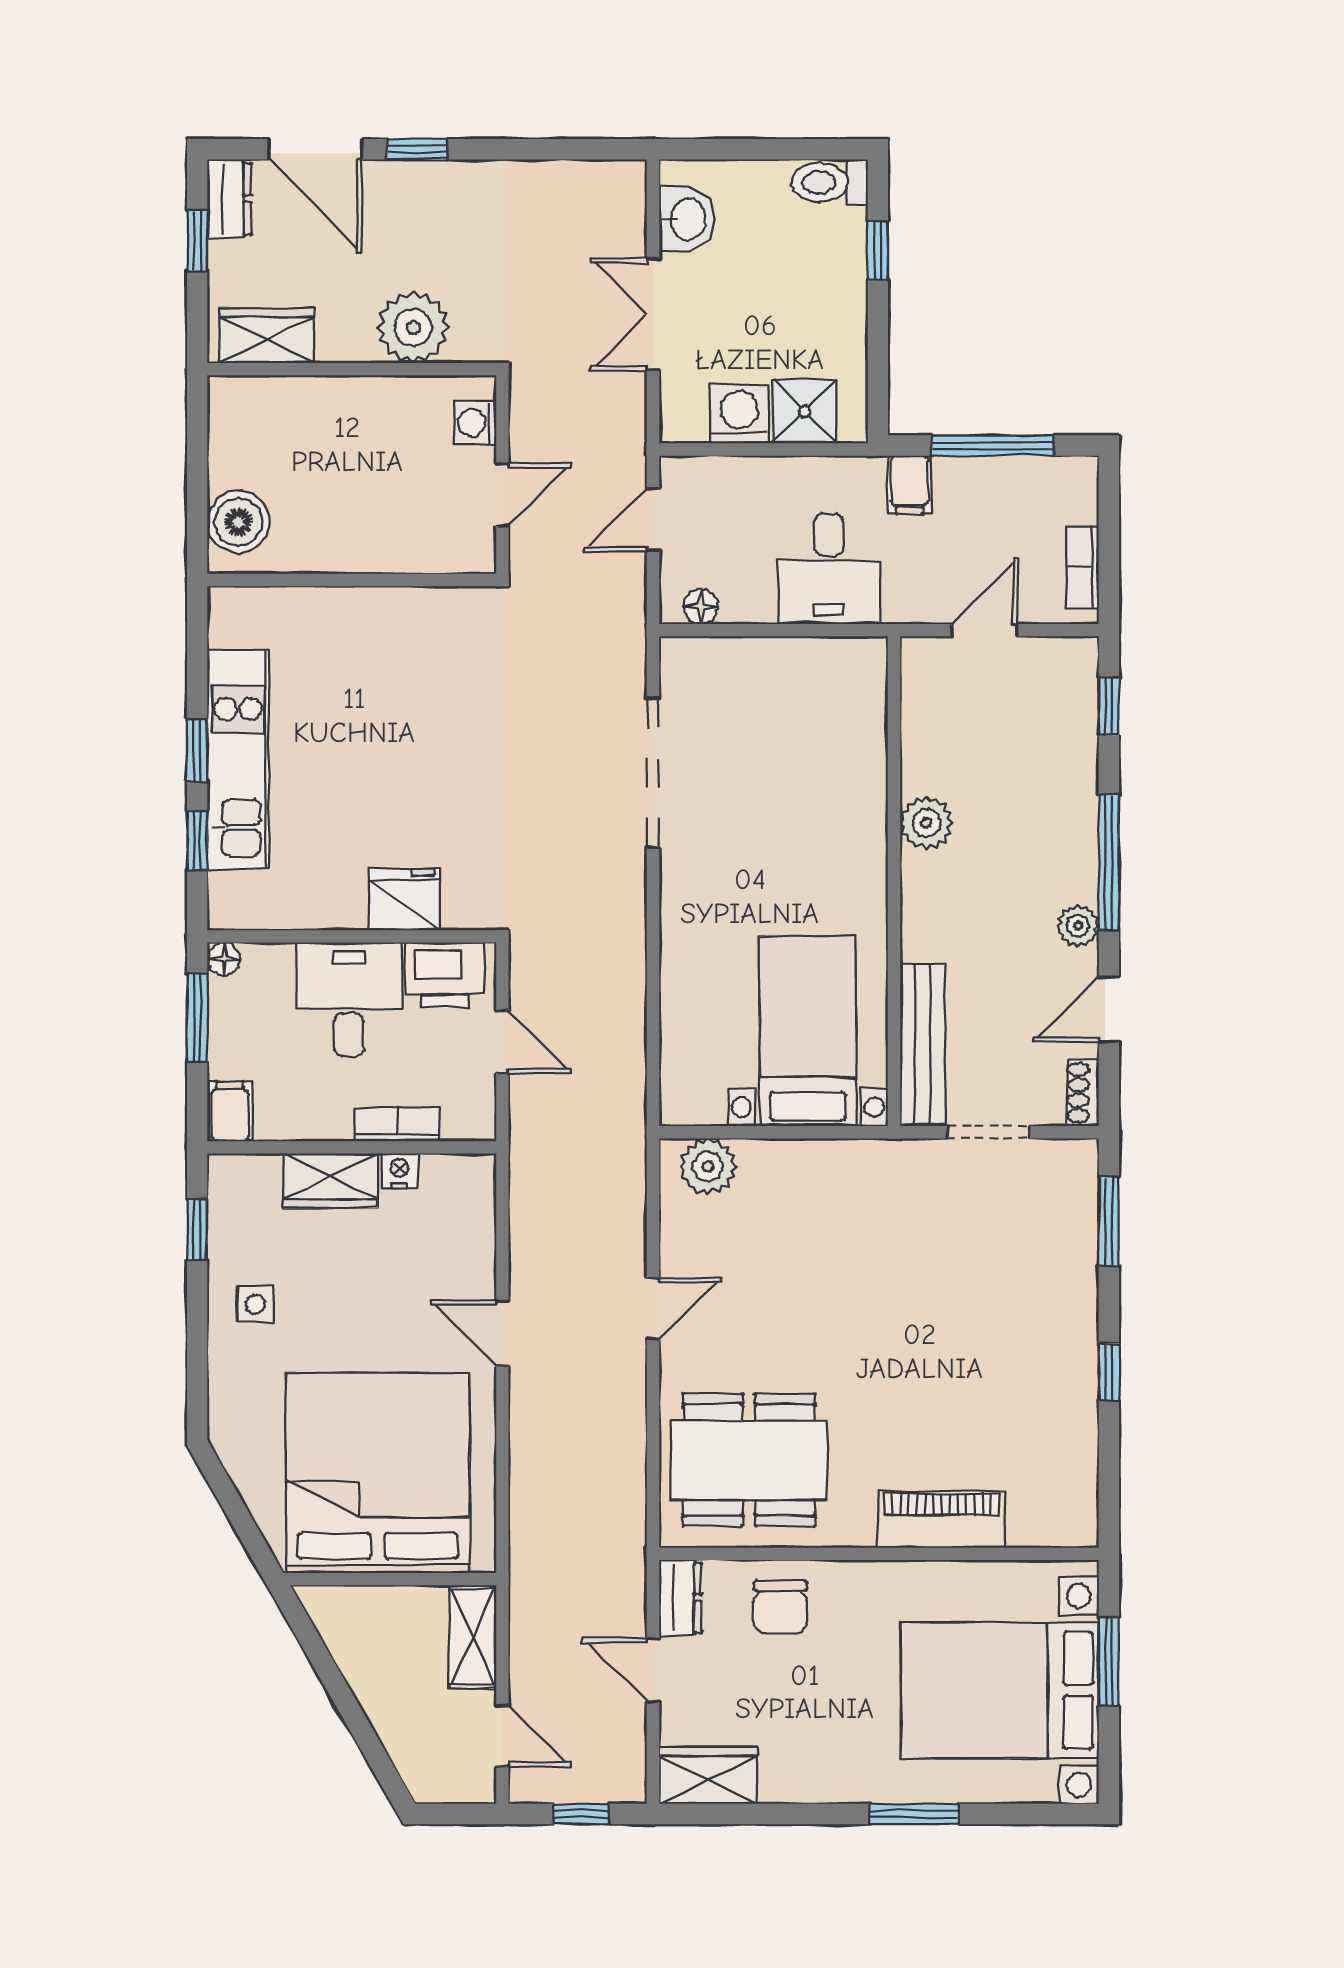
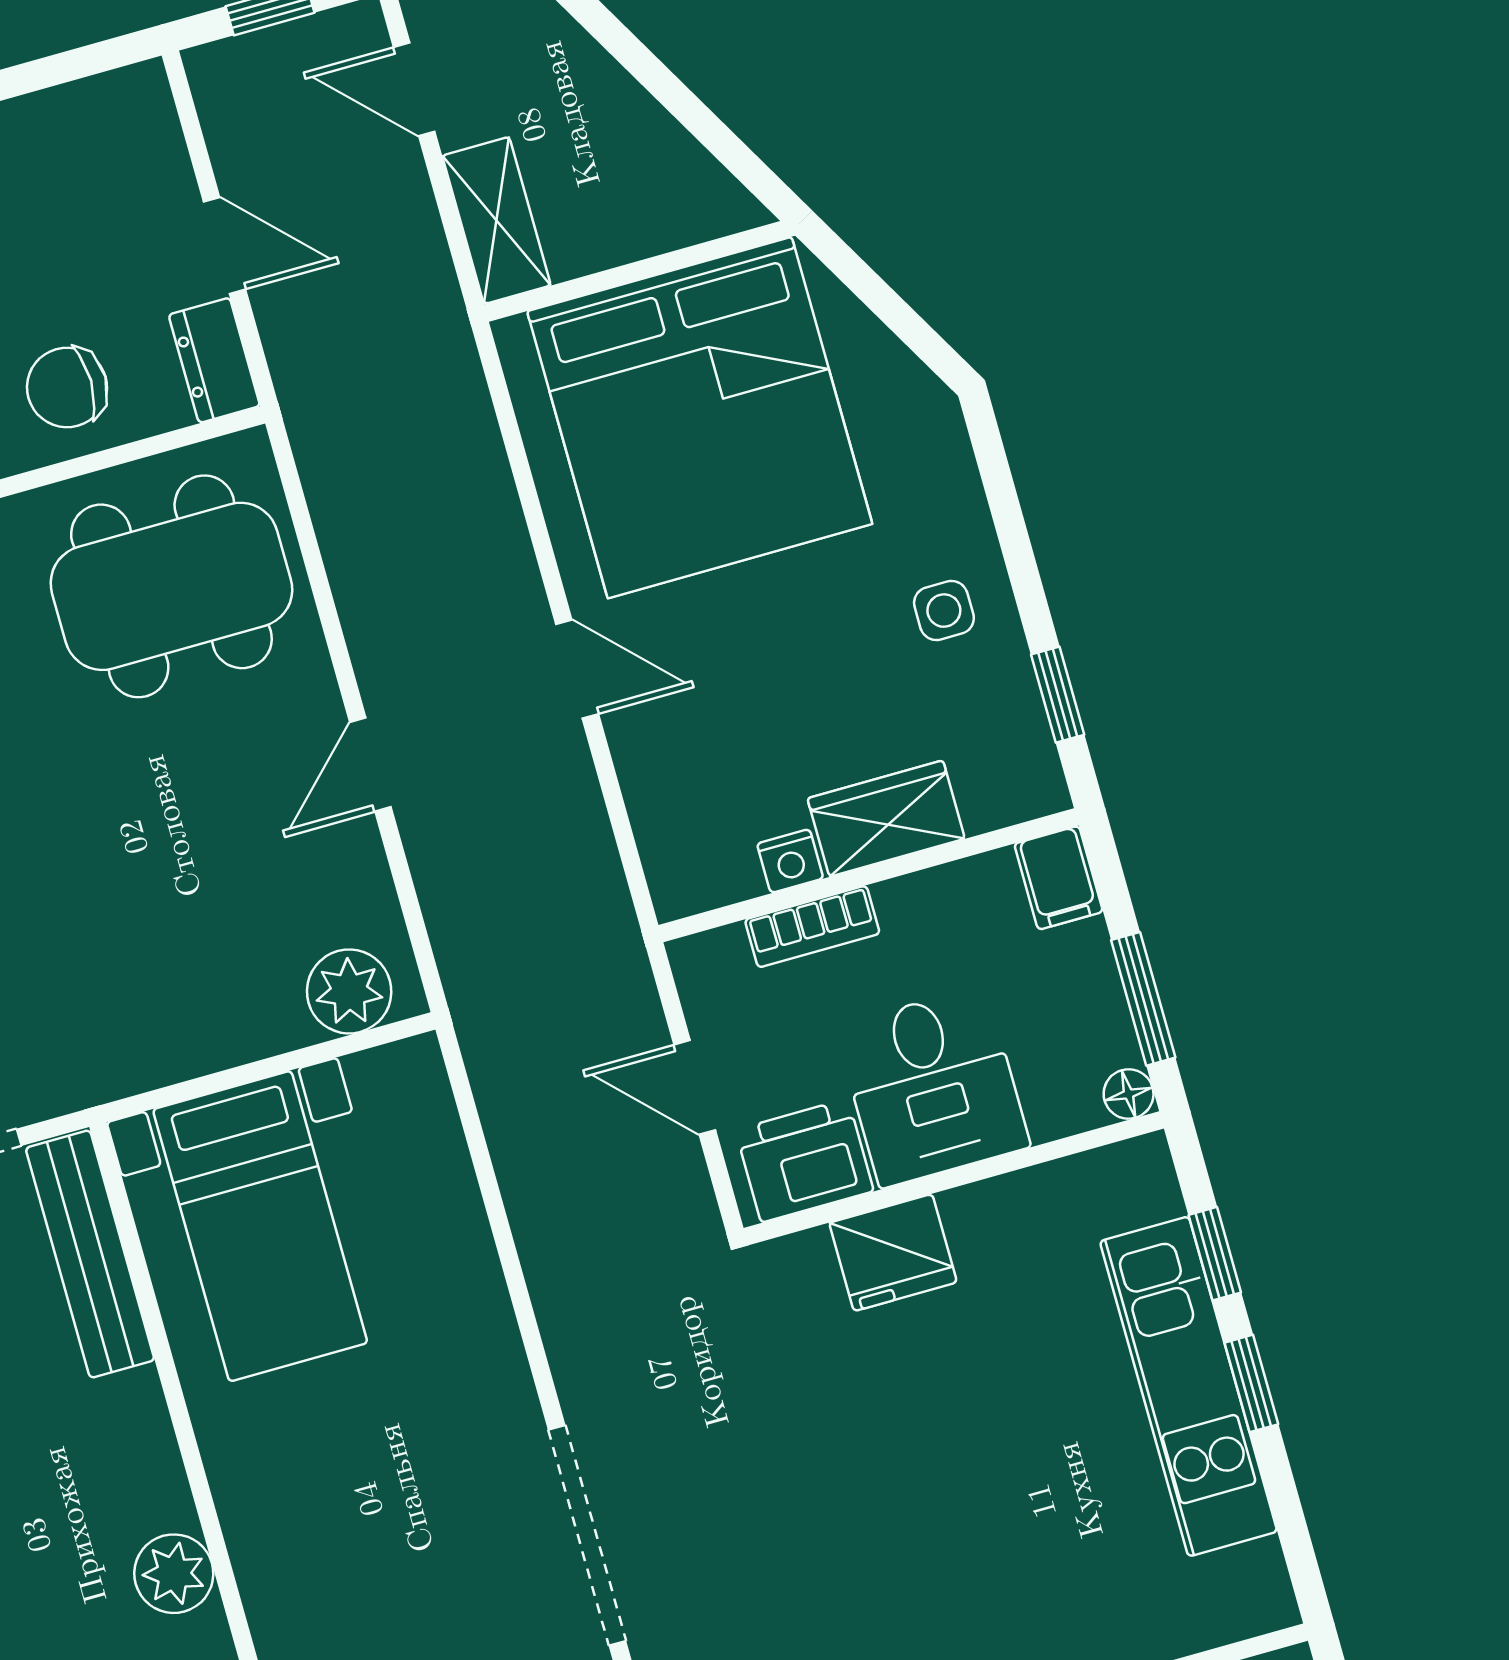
chair: (780, 1607) -> (67, 387), turned -90
wardrobe: (708, 1775) -> (103, 116), removed

